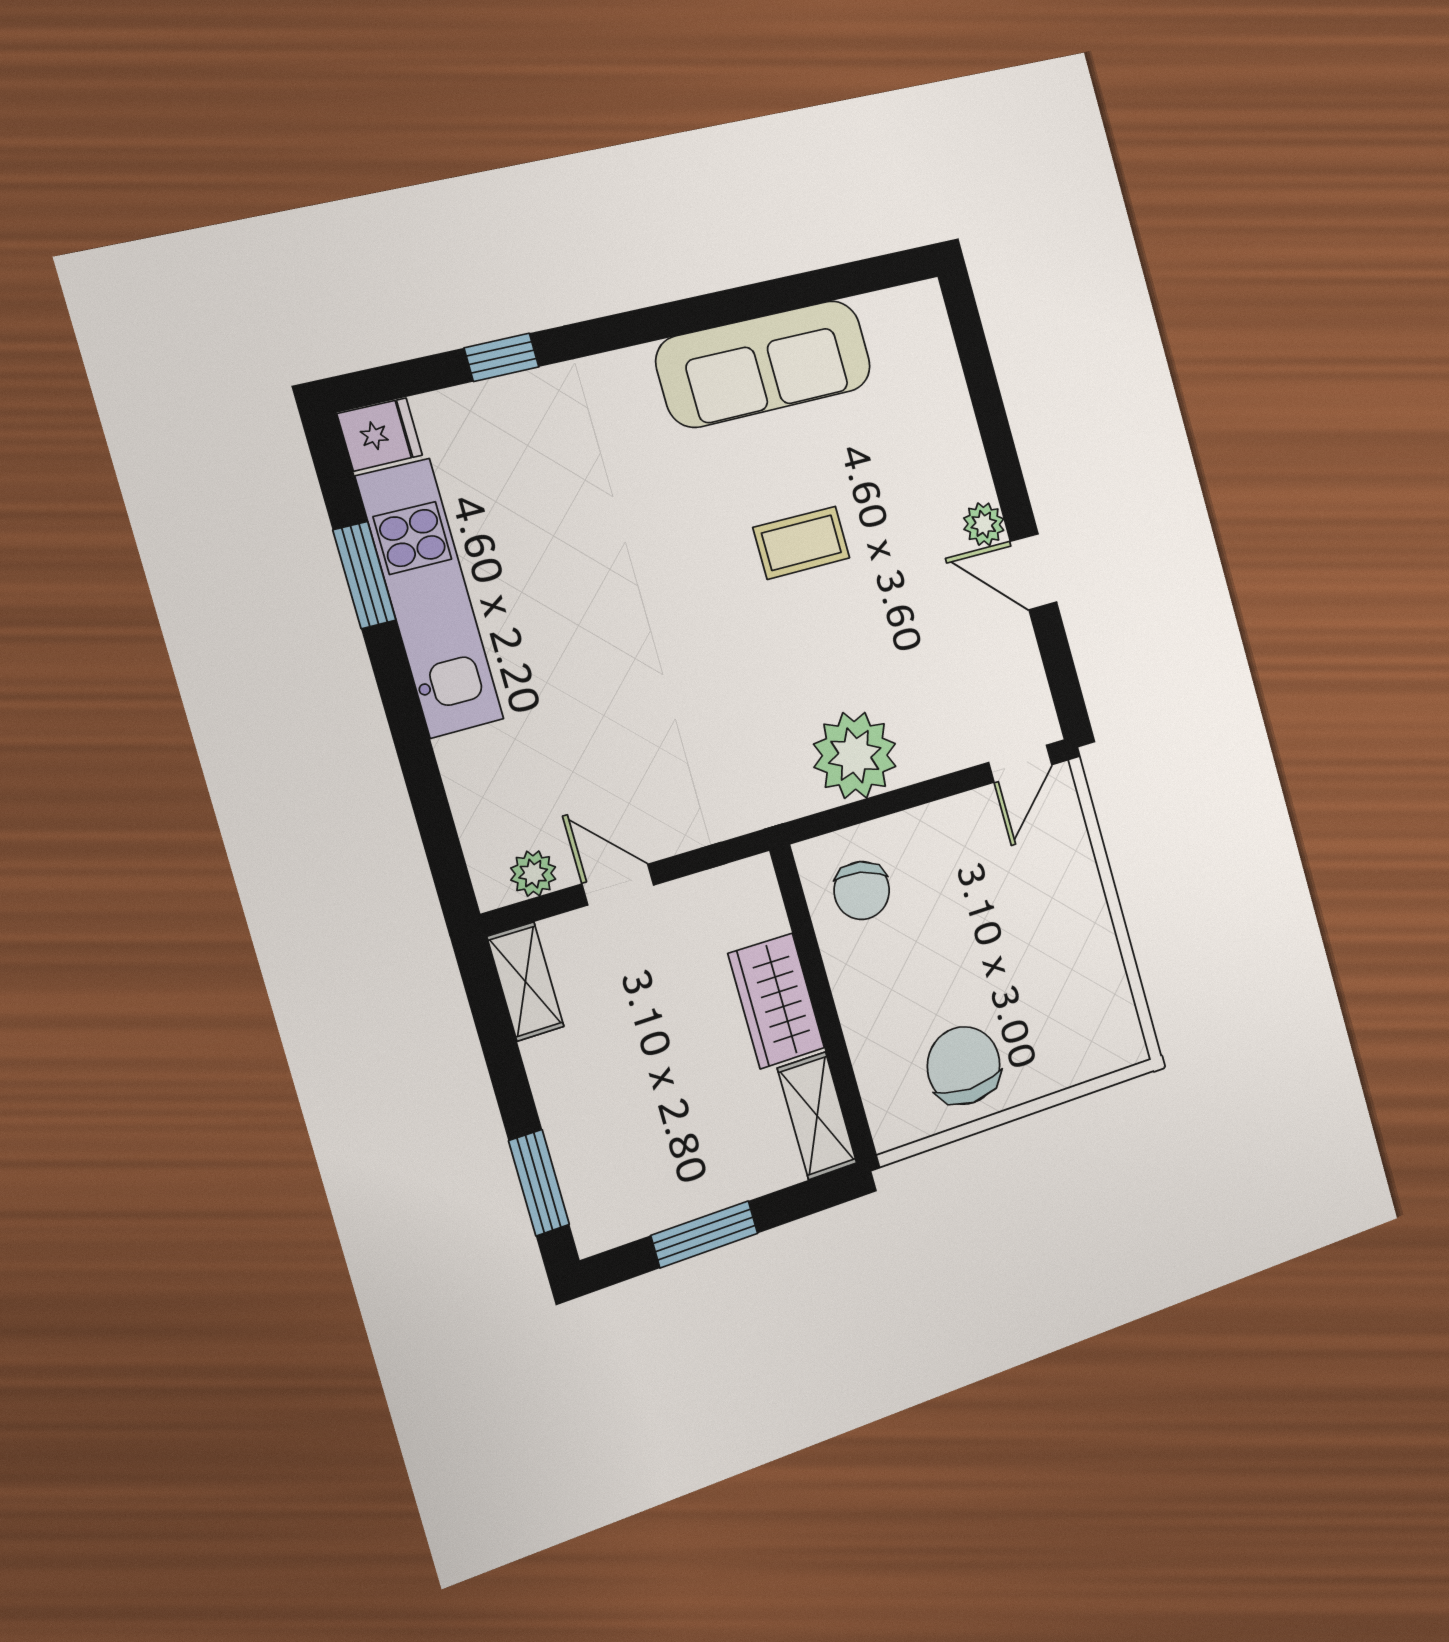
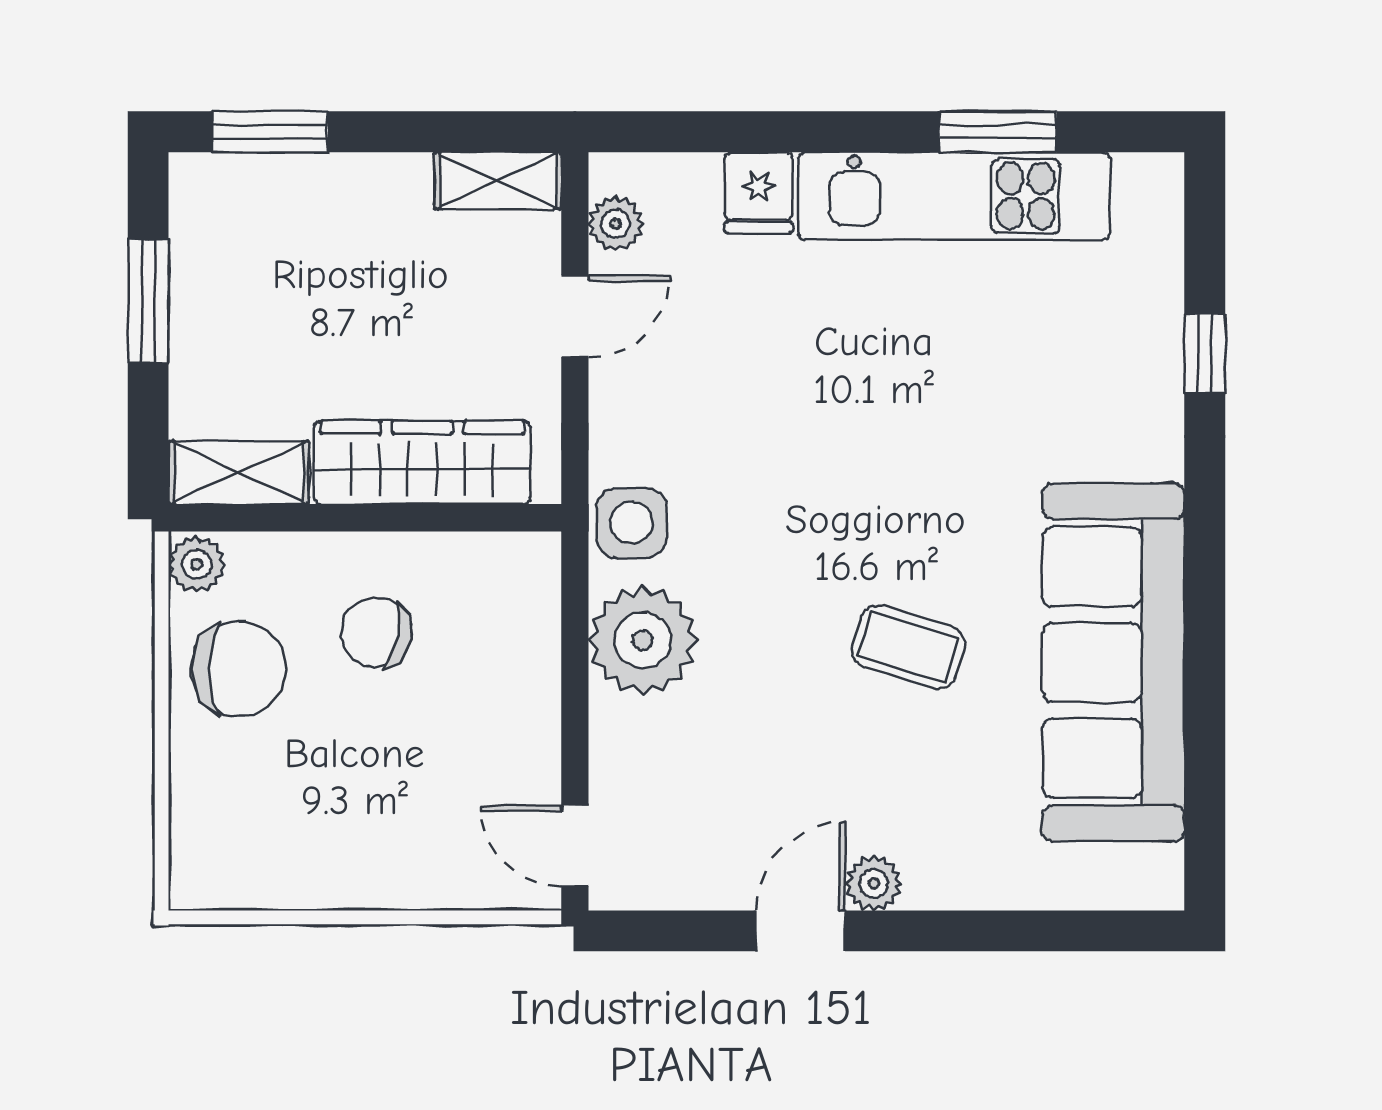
sofa: (764, 364) -> (1113, 662), width x1.36, depth x1.27
fridge: (380, 434) -> (759, 193), moved
coffee table: (801, 543) -> (908, 647), turned -73
side table: (768, 790) -> (631, 523), added
chair: (862, 890) -> (376, 632), moved
wardrobe: (776, 1001) -> (422, 462), width x1.50
plant: (896, 1125) -> (197, 564), added

